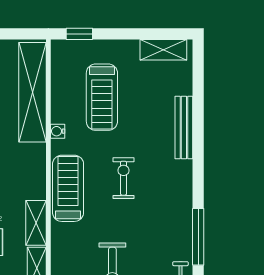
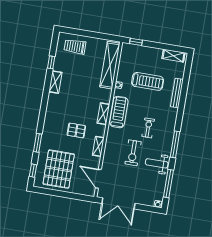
treadmill: (102, 97) -> (148, 81), moved, turned -90
exercise bike: (124, 178) -> (148, 128), moved
shelving: (36, 223) -> (103, 114), moved

